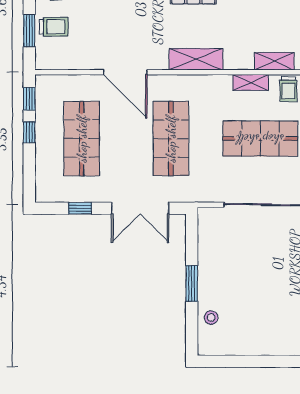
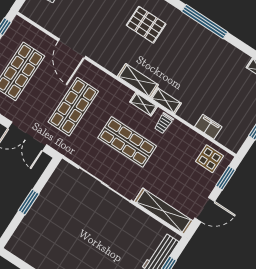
shelving: (196, 59) -> (138, 81), moved
stool: (211, 318) -> (27, 230), removed

